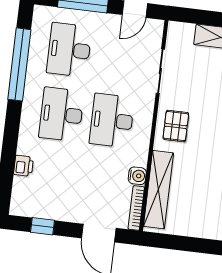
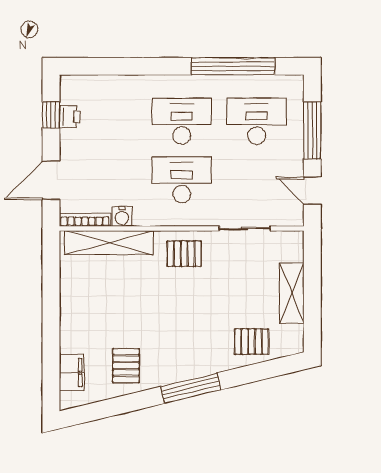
printer: (23, 166) -> (70, 117), moved, turned -90

